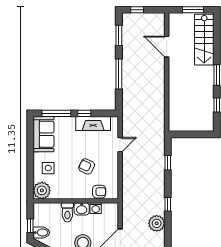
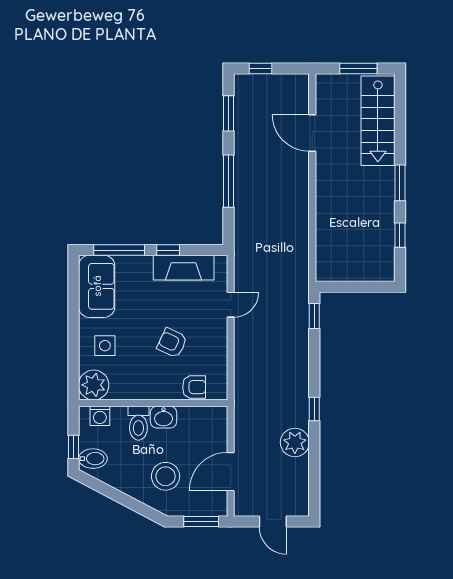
window: (168, 163) -> (314, 316), moved
washing machine: (96, 208) -> (100, 416), moved

